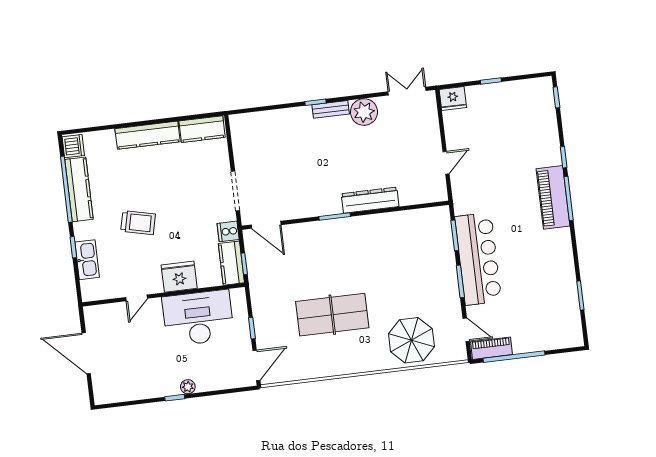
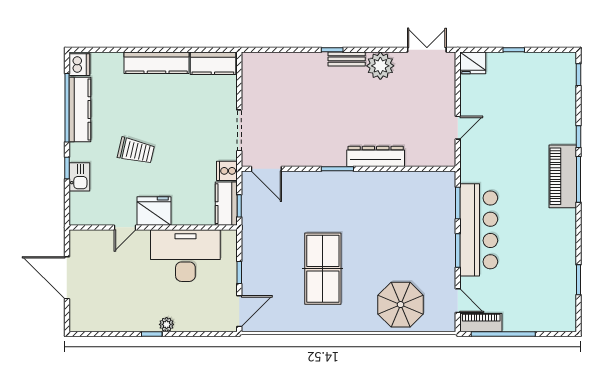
kitchen sink: (87, 260) -> (79, 177), width x0.73
fridge: (179, 277) -> (154, 211), moved
table tennis table: (332, 315) -> (323, 269), turned 90

